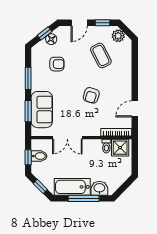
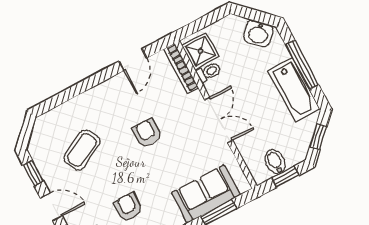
plant: (118, 36) -> (40, 140), removed
armchair: (91, 95) -> (147, 133), turned -107
door: (135, 109) -> (133, 60), hinge flipped
double door: (67, 138) -> (219, 120), moved
washbasin: (99, 188) -> (258, 34), moved, turned -46

